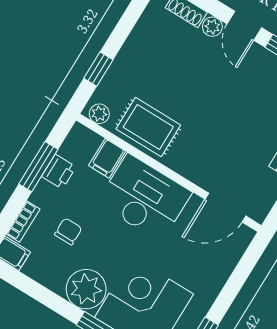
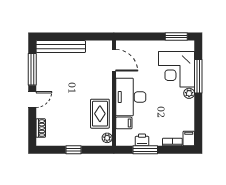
plant: (212, 27) -> (41, 113), removed
window: (98, 69) -> (74, 150), moved
chair: (68, 231) -> (165, 120), removed
plant: (86, 289) -> (189, 93), width x0.53, depth x0.53

